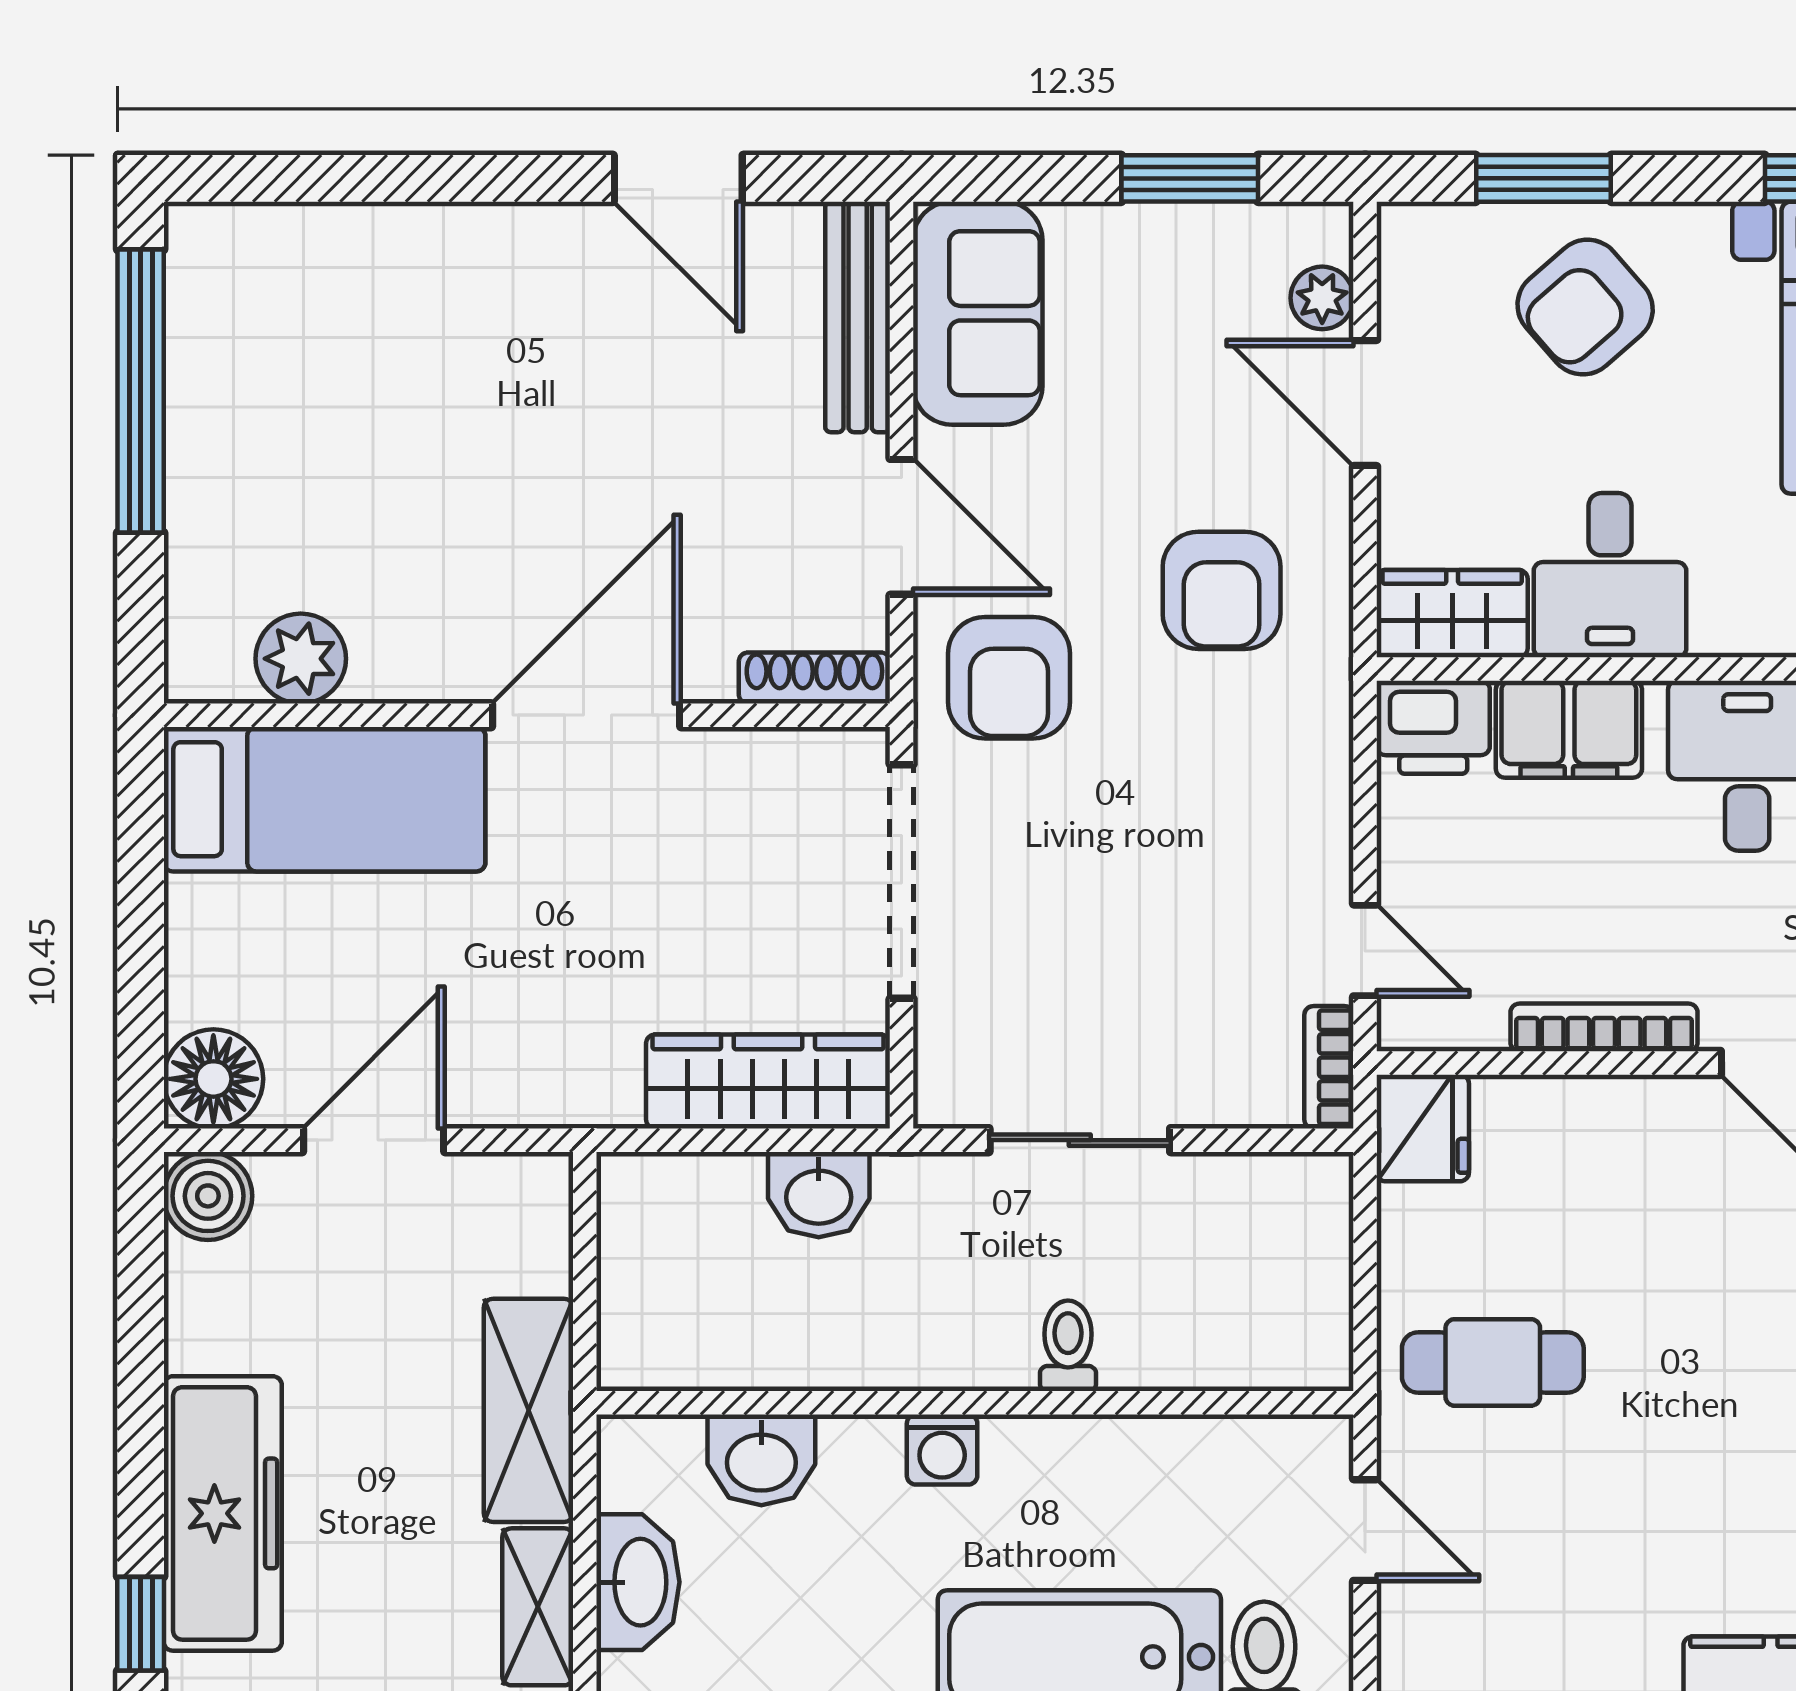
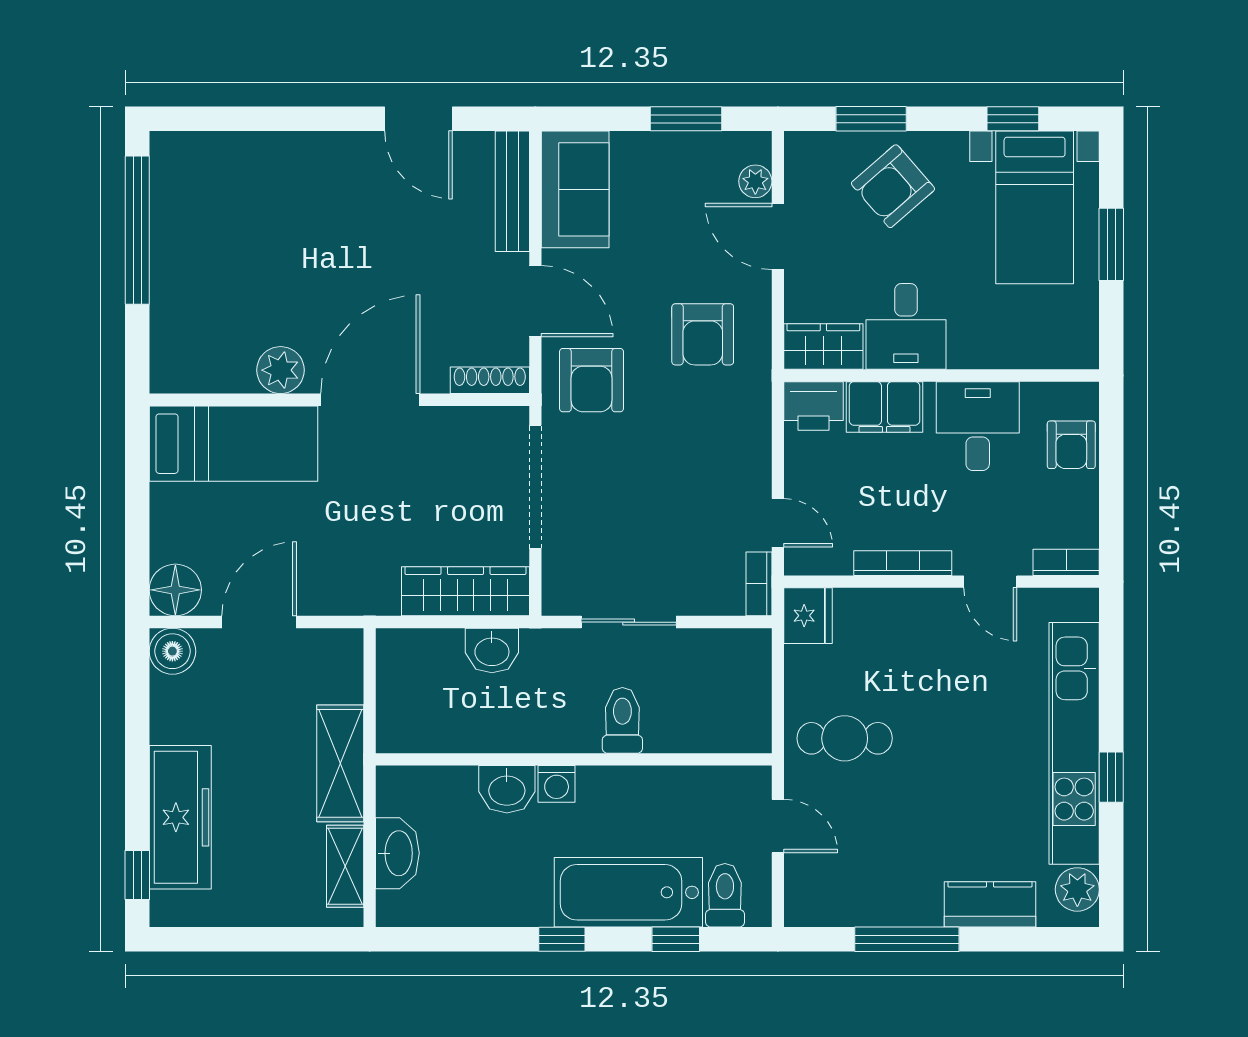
plant: (301, 659) -> (281, 370), moved
toilet: (1068, 1346) -> (622, 720), width x1.37, depth x1.39
washbasin: (761, 1460) -> (507, 789), moved

